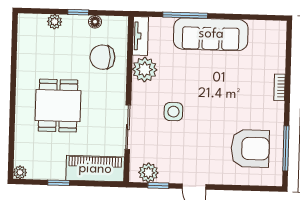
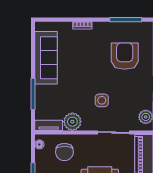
floor lamp: (95, 22) -> (39, 144), moved
sofa: (211, 34) -> (46, 58), moved
armchair: (250, 148) -> (125, 56), moved

